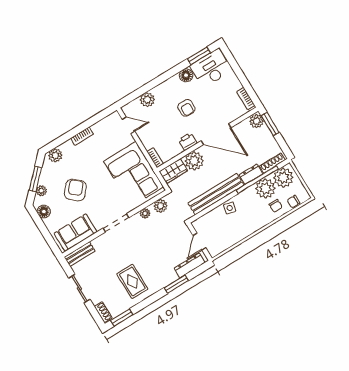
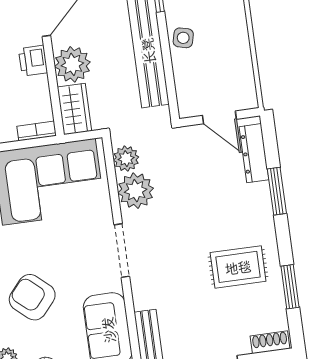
plant: (145, 213) -> (136, 191), width x1.88, depth x1.88
window: (122, 317) -> (290, 287), moved

